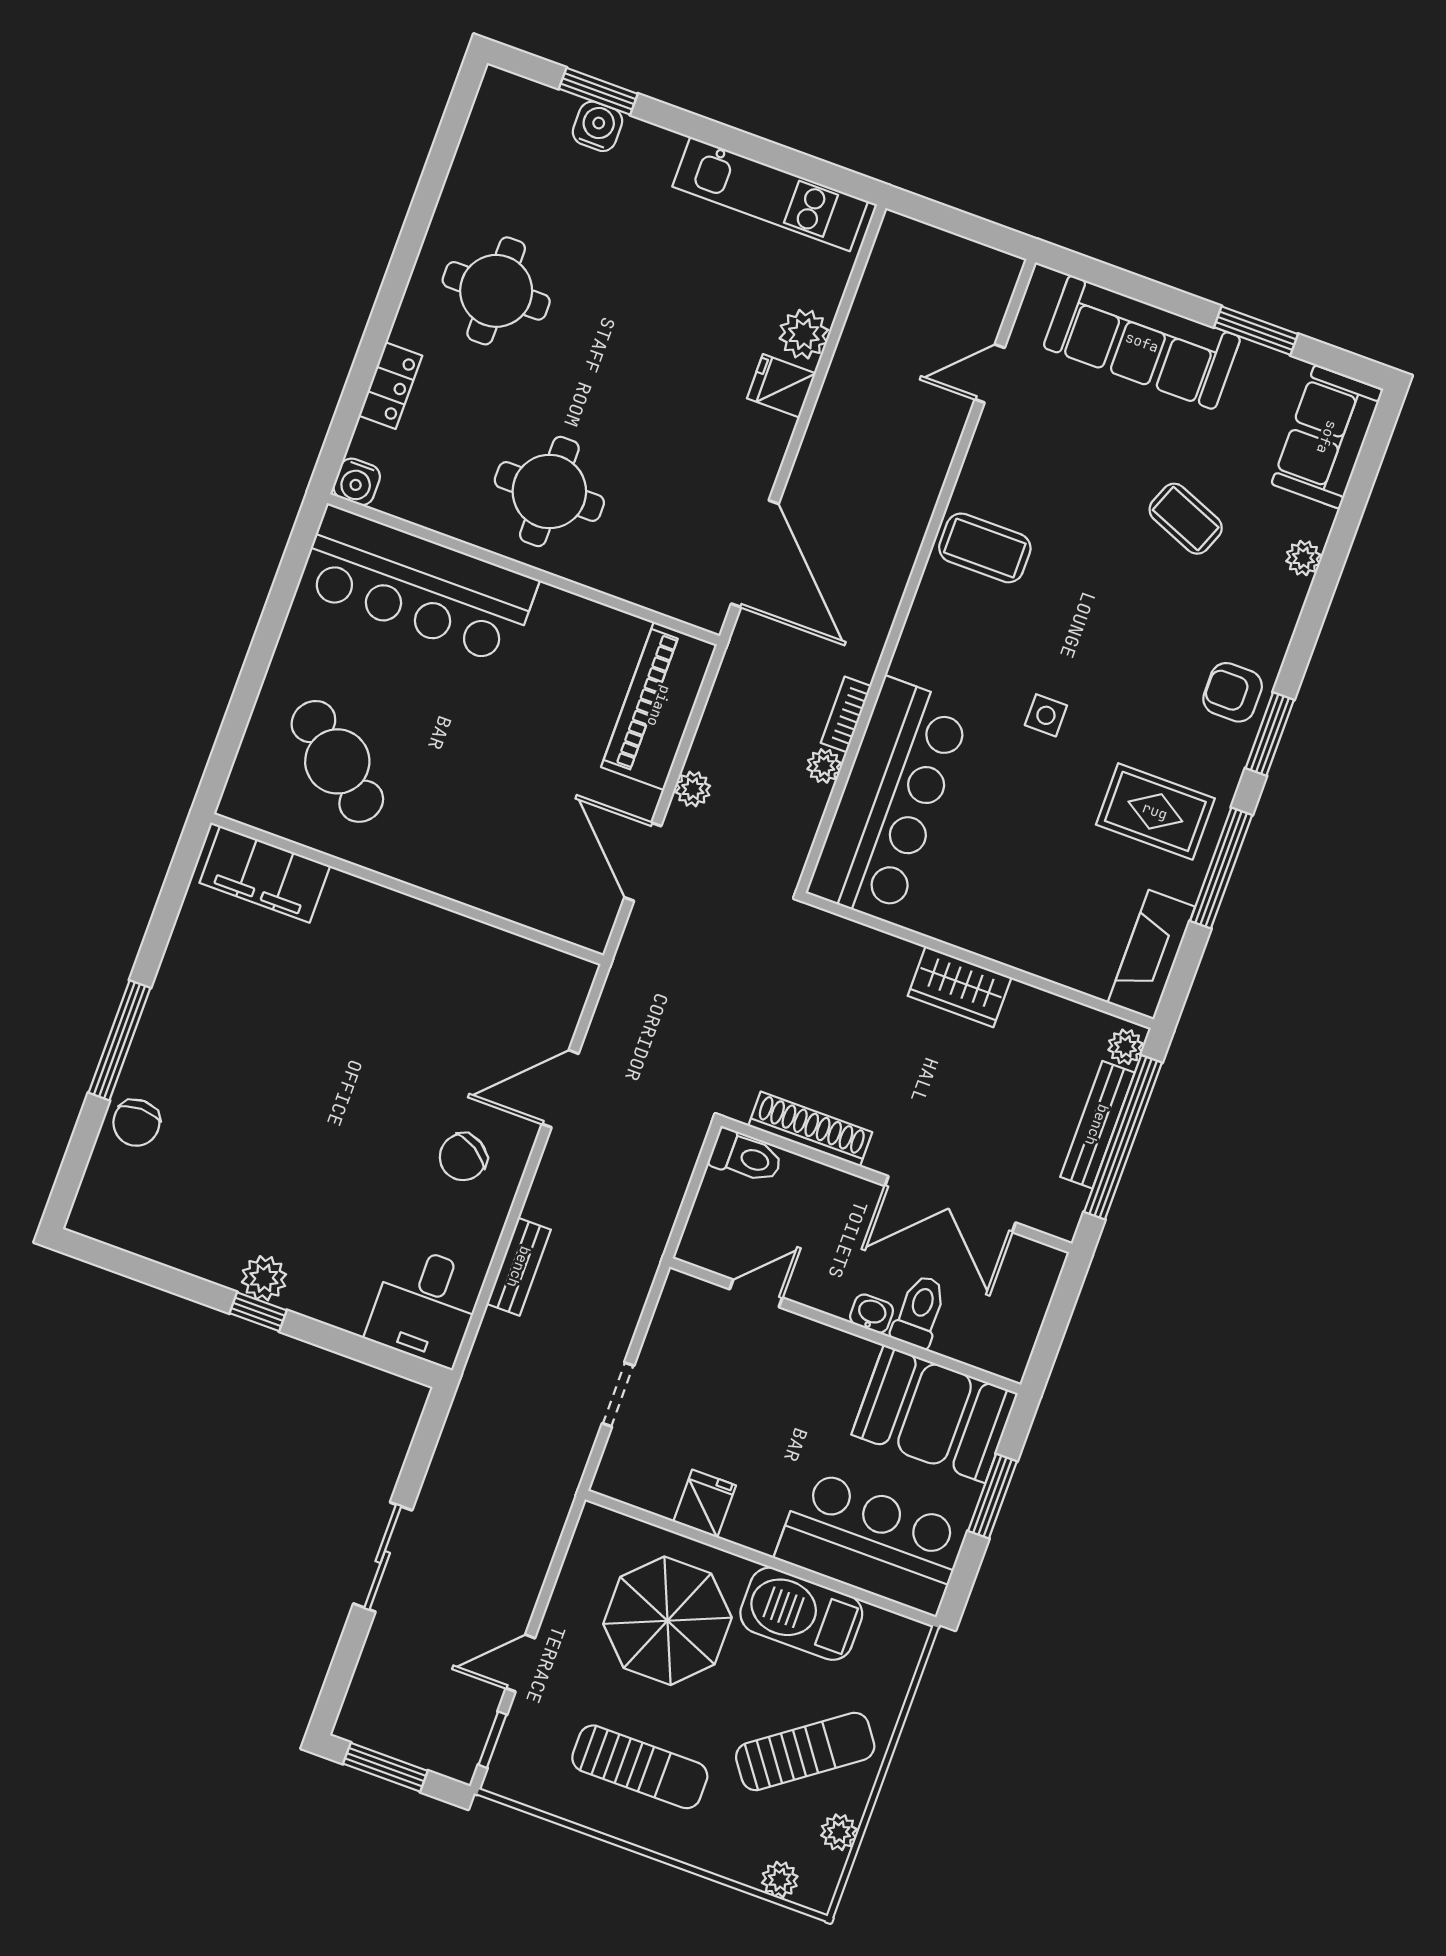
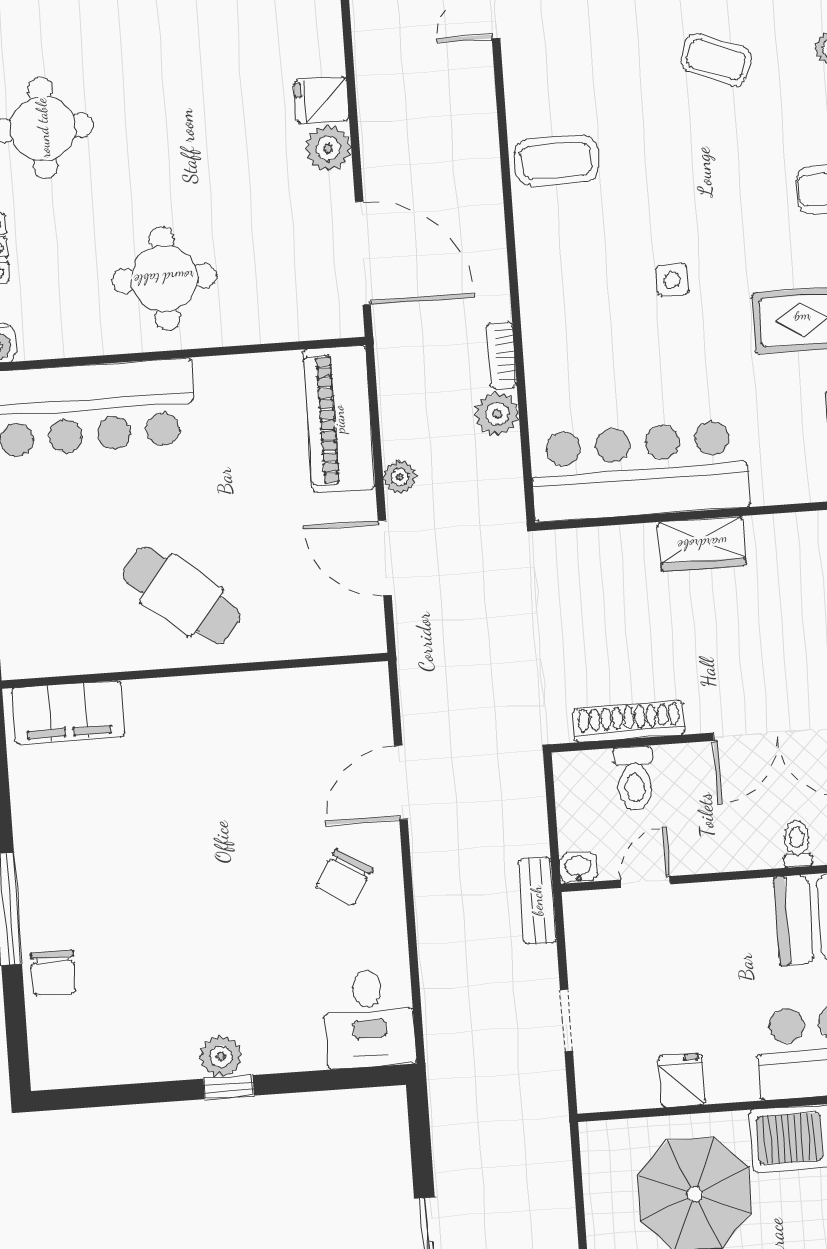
plant: (804, 334) -> (328, 148), moved
cafe table: (337, 761) -> (181, 595), moved
plant: (824, 766) -> (497, 414), width x1.38, depth x1.38
bar counter: (889, 800) -> (640, 471), moved, turned -90
toilet: (746, 1157) -> (635, 779), moved, turned 90
bench: (519, 1267) -> (537, 901), moved
toilet: (919, 1311) -> (797, 844), width x0.73, depth x0.72
washbasin: (872, 1314) -> (578, 868), moved

